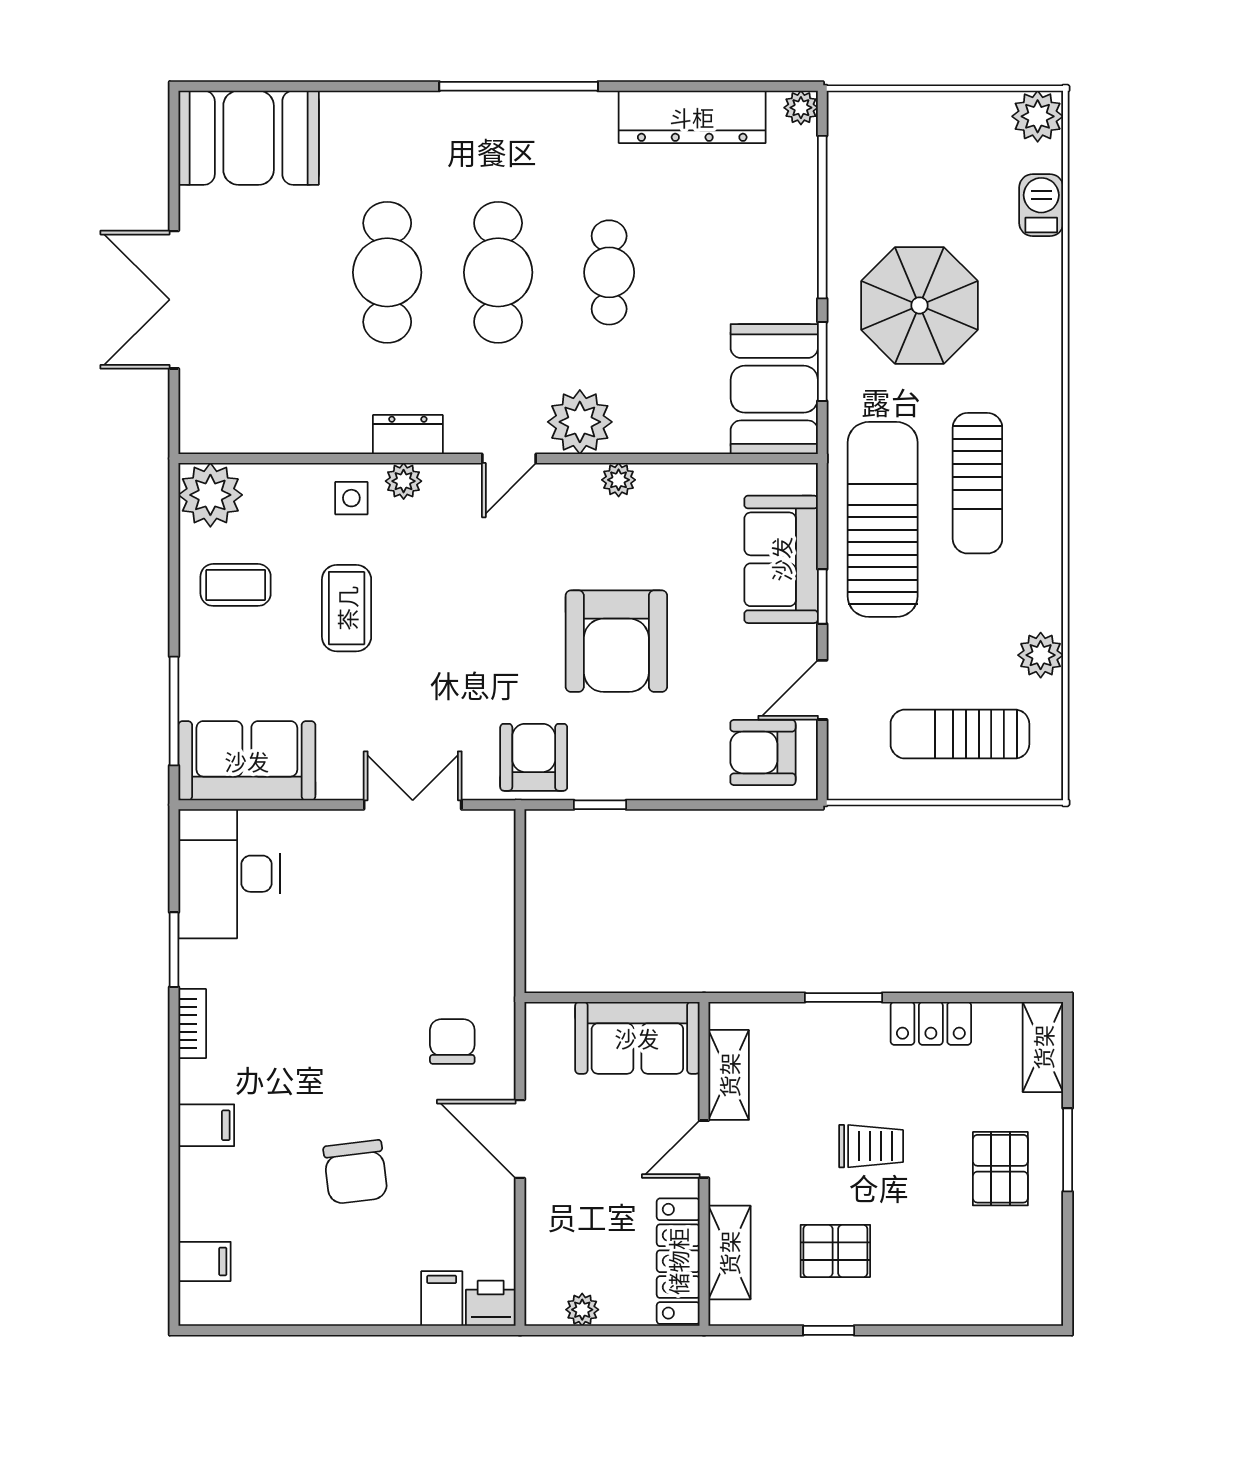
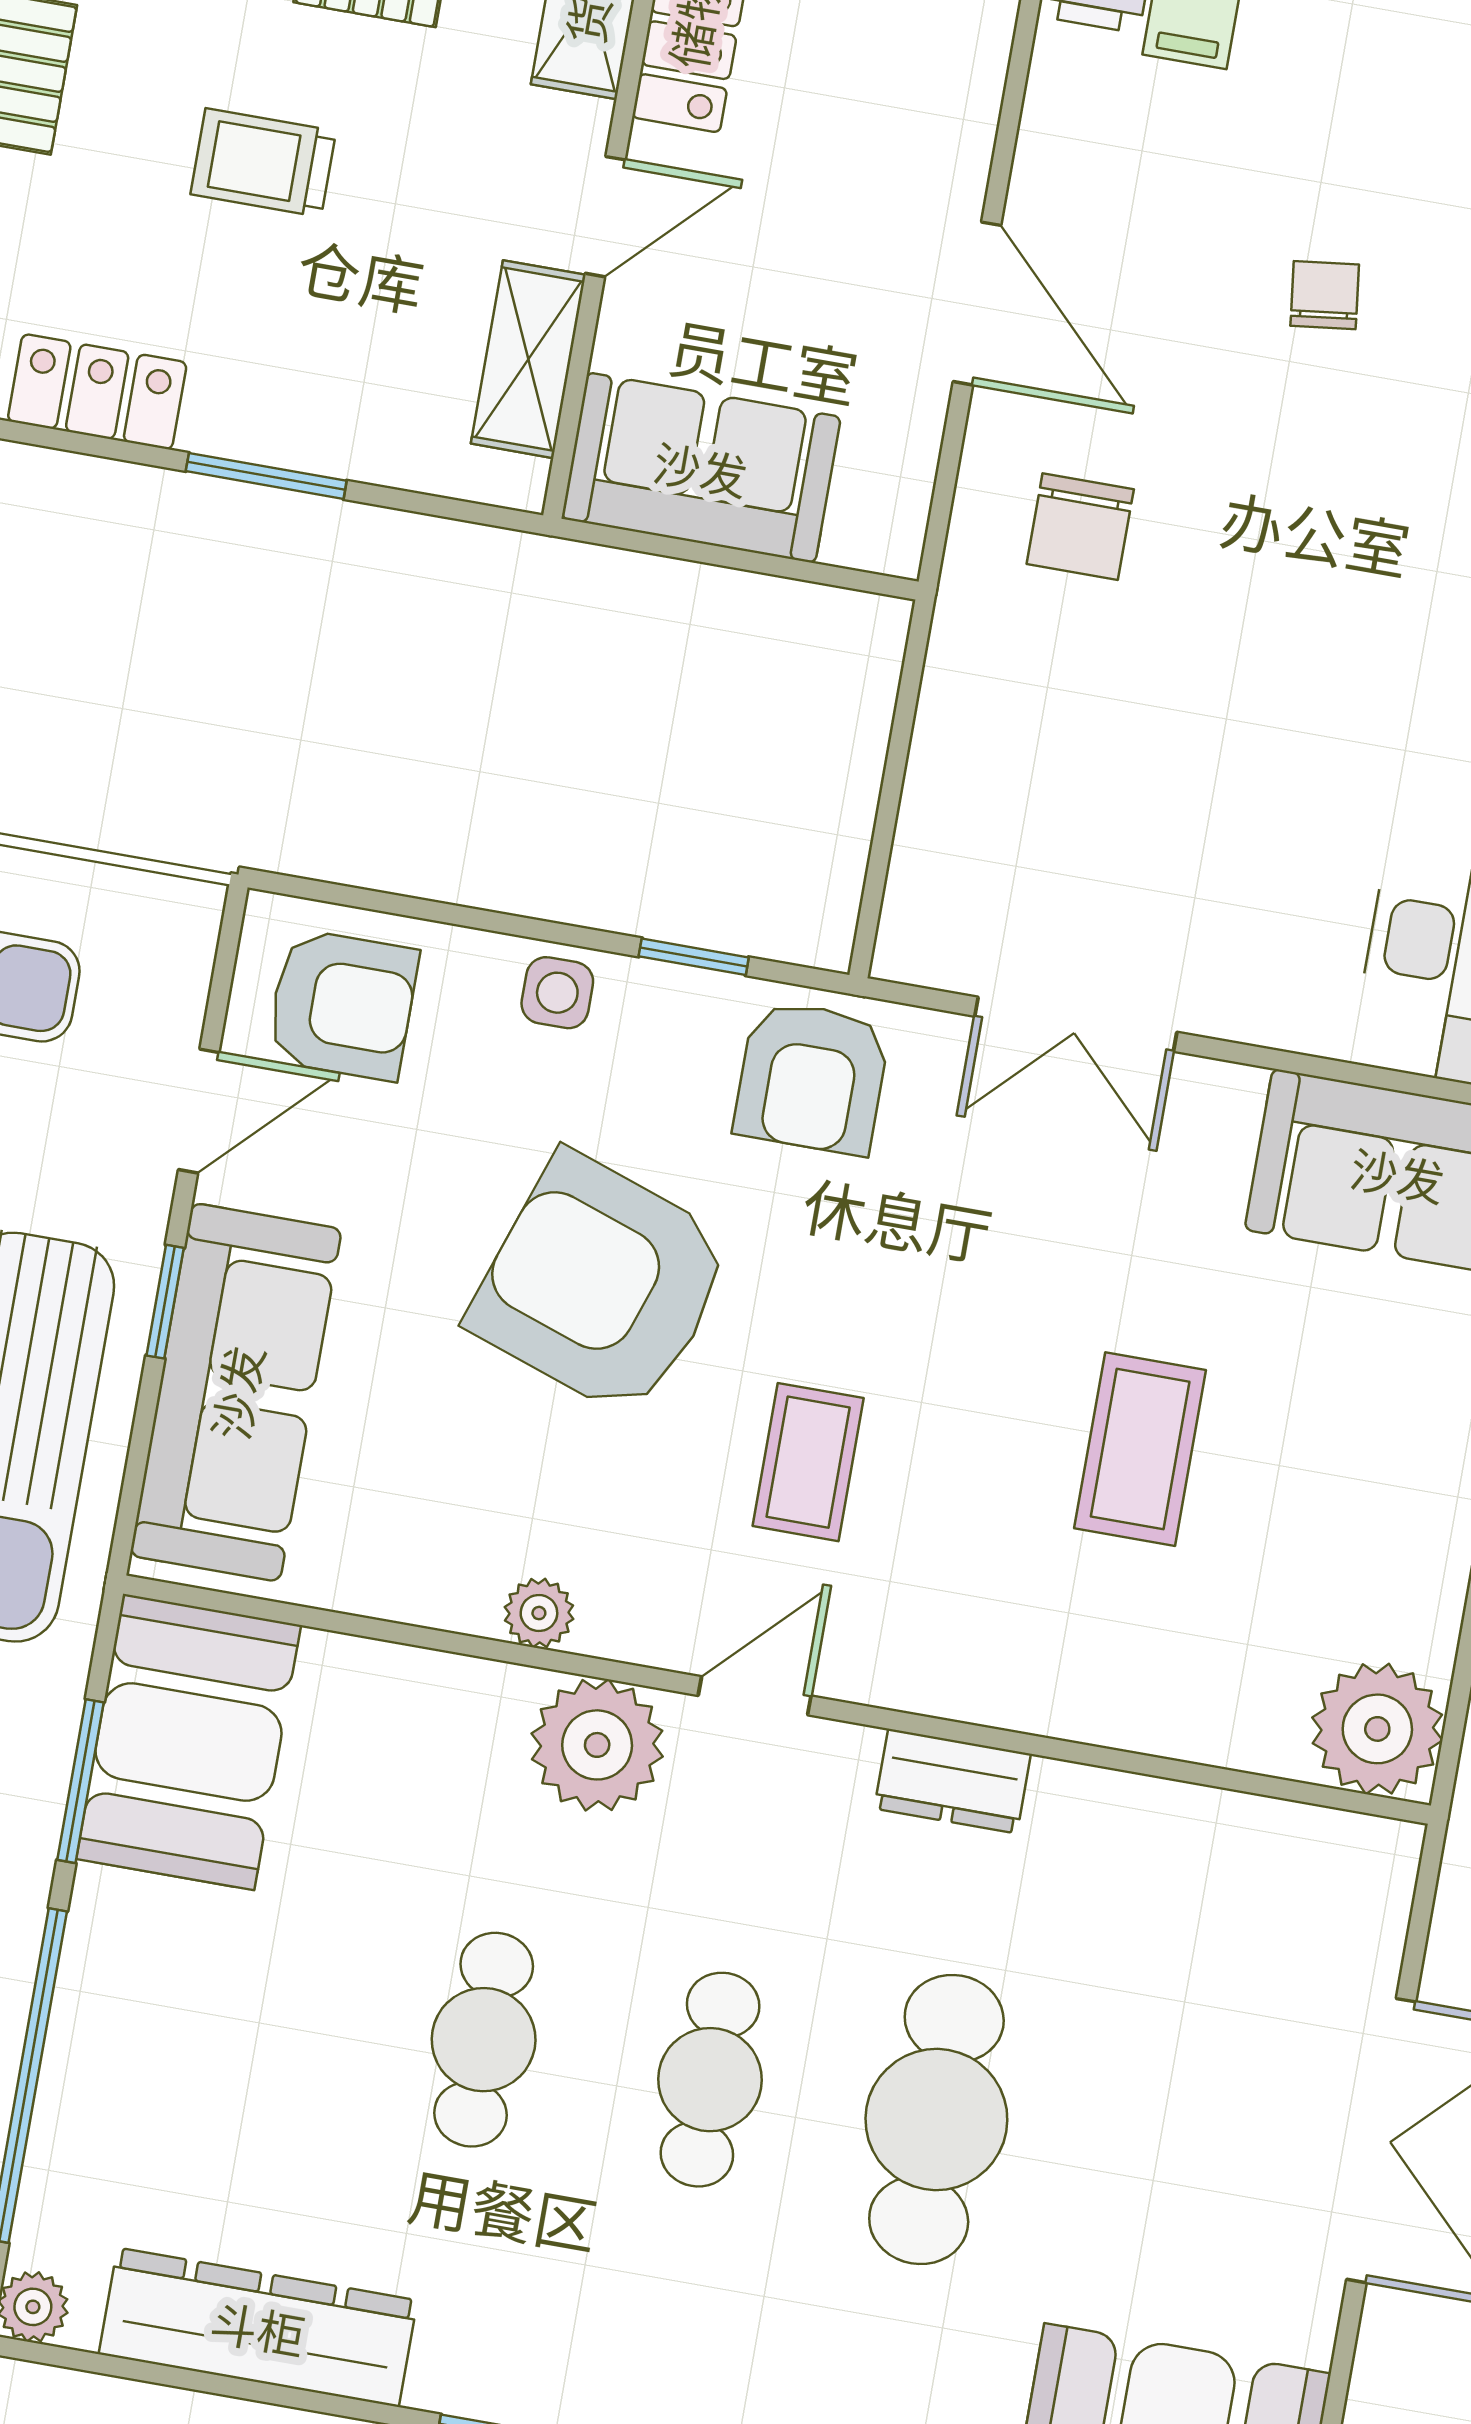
cafe table: (498, 272) -> (710, 2080), width x0.73, depth x0.74
plant: (404, 481) -> (978, 1688), removed
side table: (351, 498) -> (557, 993), moved
sofa: (781, 559) -> (236, 1392), width x1.36
coffee table: (236, 585) -> (808, 1462), moved, turned 90
armchair: (616, 641) -> (601, 1285), turned -71
chair: (355, 1172) -> (1325, 295), width x0.54, depth x0.54

